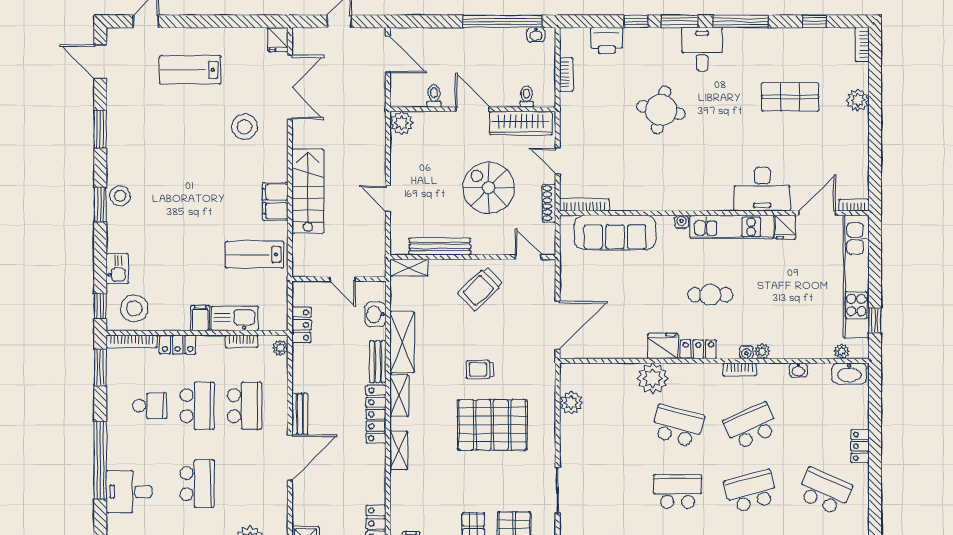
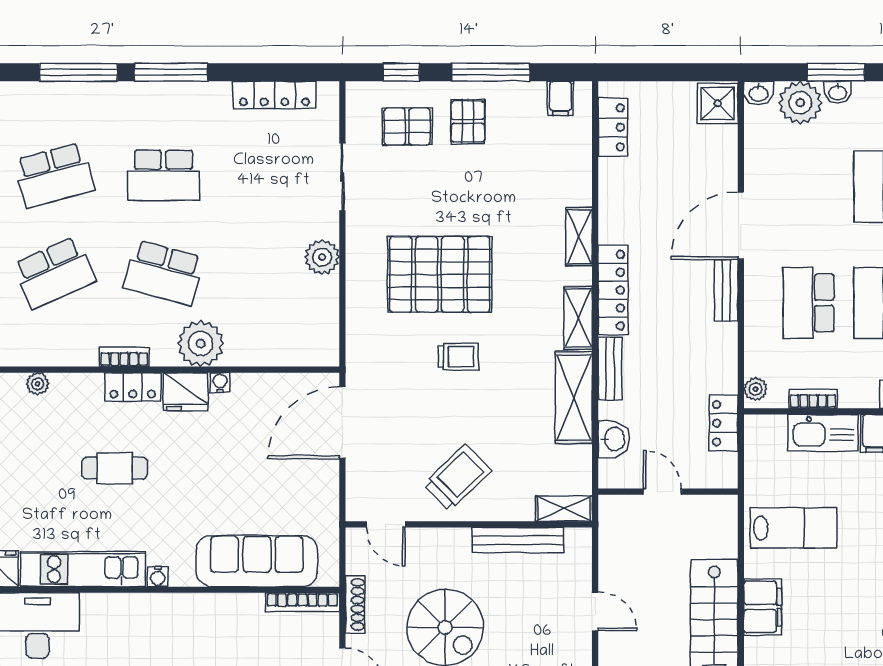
water cooler: (746, 352) -> (220, 383), moved
bookcase: (740, 369) -> (124, 357), moved
plant: (571, 403) -> (322, 257), moved

